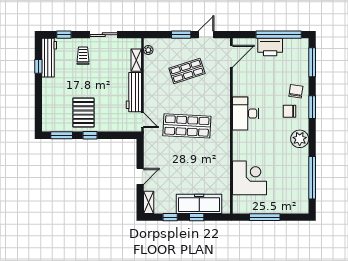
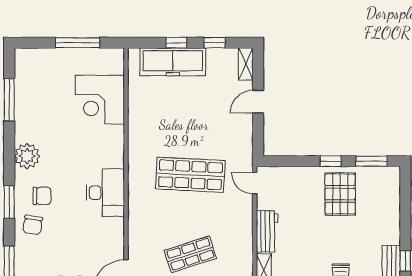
workbench: (134, 92) -> (267, 231), width x0.73
window: (312, 178) -> (9, 100), width x0.68

